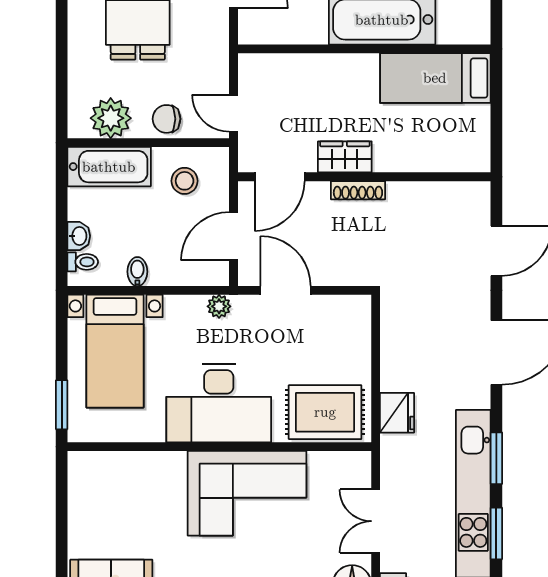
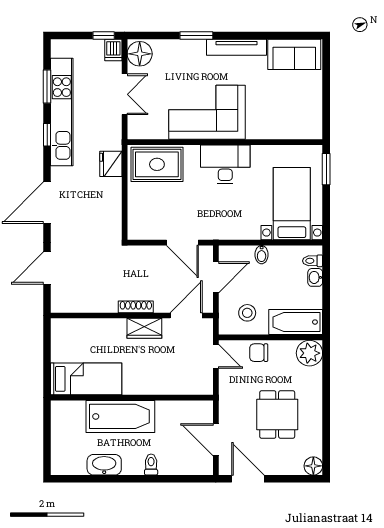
plant: (111, 118) -> (309, 353), moved
chair: (167, 119) -> (259, 353), turned 180
bidet: (137, 272) -> (262, 255), moved
plant: (219, 306) -> (225, 232), removed
desk: (219, 403) -> (225, 164), width x0.73, depth x0.77
window: (496, 458) -> (47, 135), width x0.67

